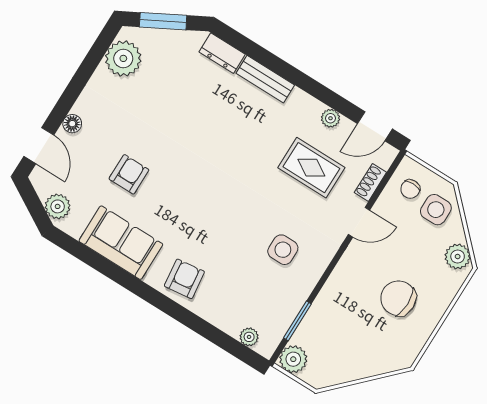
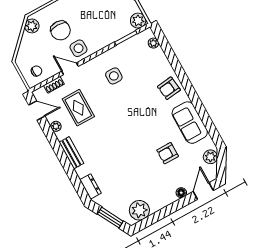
bench: (265, 79) -> (71, 153), moved
side table: (436, 210) -> (78, 48), moved
chair: (398, 298) -> (60, 30), moved

